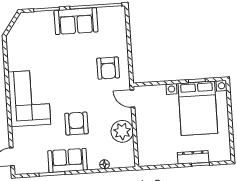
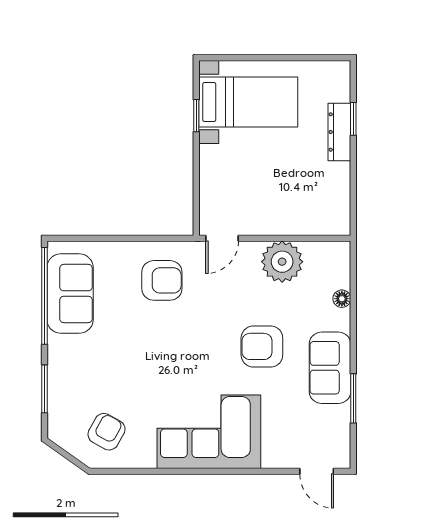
sofa: (76, 21) -> (70, 294), moved
armchair: (26, 44) -> (107, 432), added
bed with nightstands: (198, 108) -> (248, 102), width x0.73

